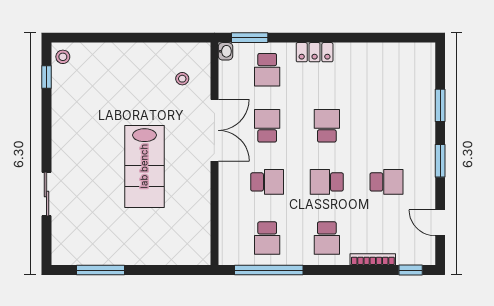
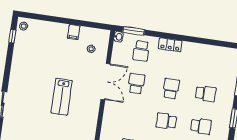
filing cabinet: (149, 55) -> (74, 32), added
lab bench: (144, 166) -> (62, 97), width x0.73, depth x0.72
school desk: (267, 182) -> (206, 94), moved

